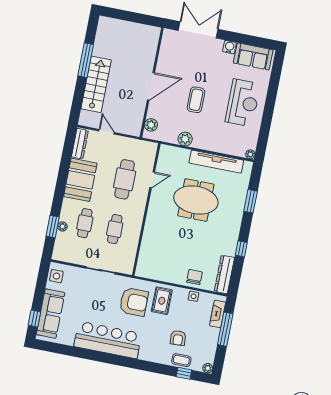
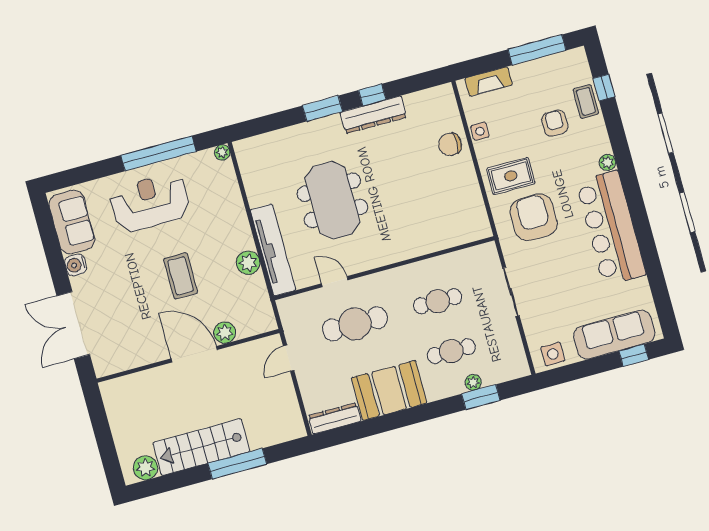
plant: (104, 31) -> (145, 468), added
window: (86, 60) -> (237, 464), moved
stairs: (96, 84) -> (201, 447), moved
coffee table: (196, 100) -> (181, 276), turned 90
window: (267, 120) -> (158, 153), added
plant: (151, 125) -> (225, 333), moved
door: (107, 132) -> (289, 358), moved
tv unit: (216, 162) -> (273, 250), moved
window: (251, 201) -> (322, 108), moved
dresser: (224, 274) -> (373, 115), moved
window: (225, 329) -> (537, 50), moved
armchair: (178, 338) -> (555, 123), turned -87
plant: (208, 368) -> (607, 162), moved

